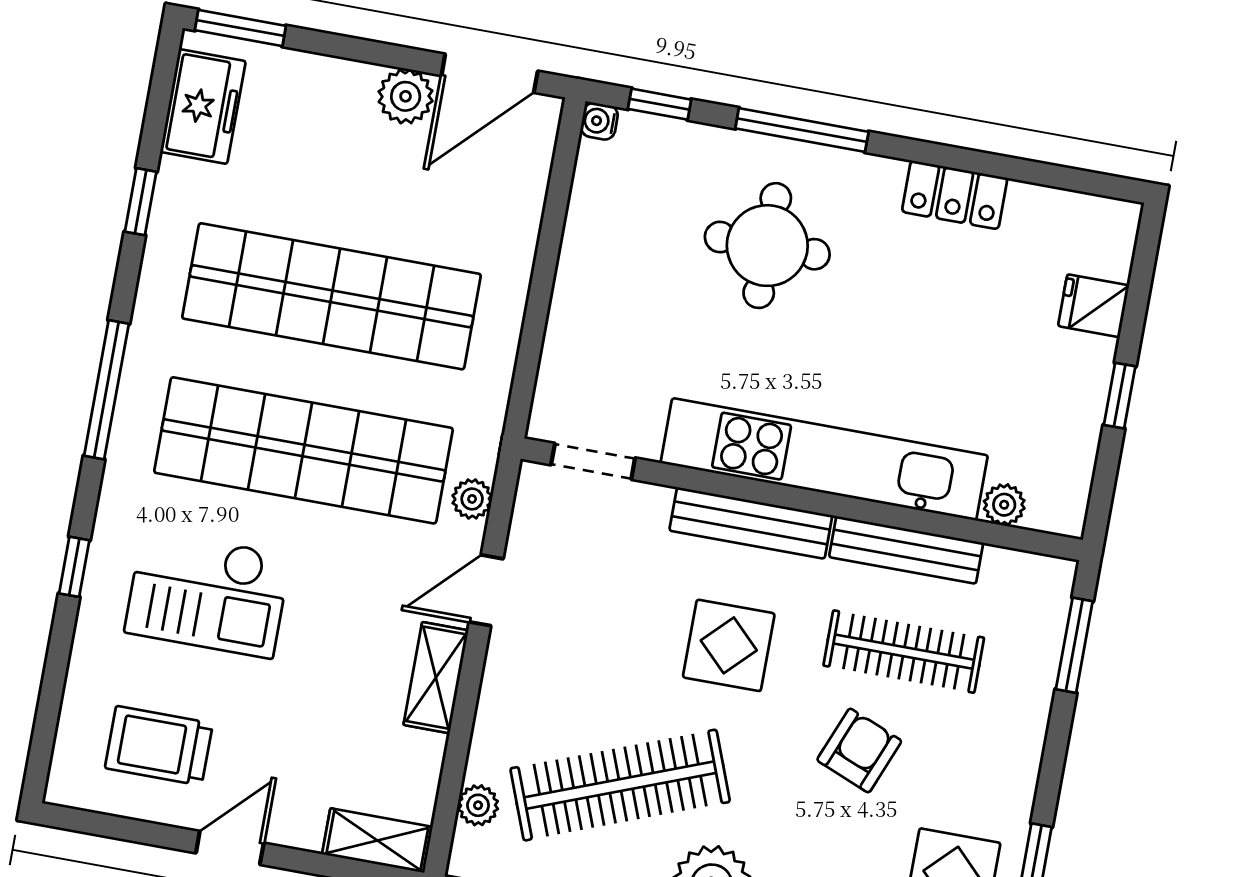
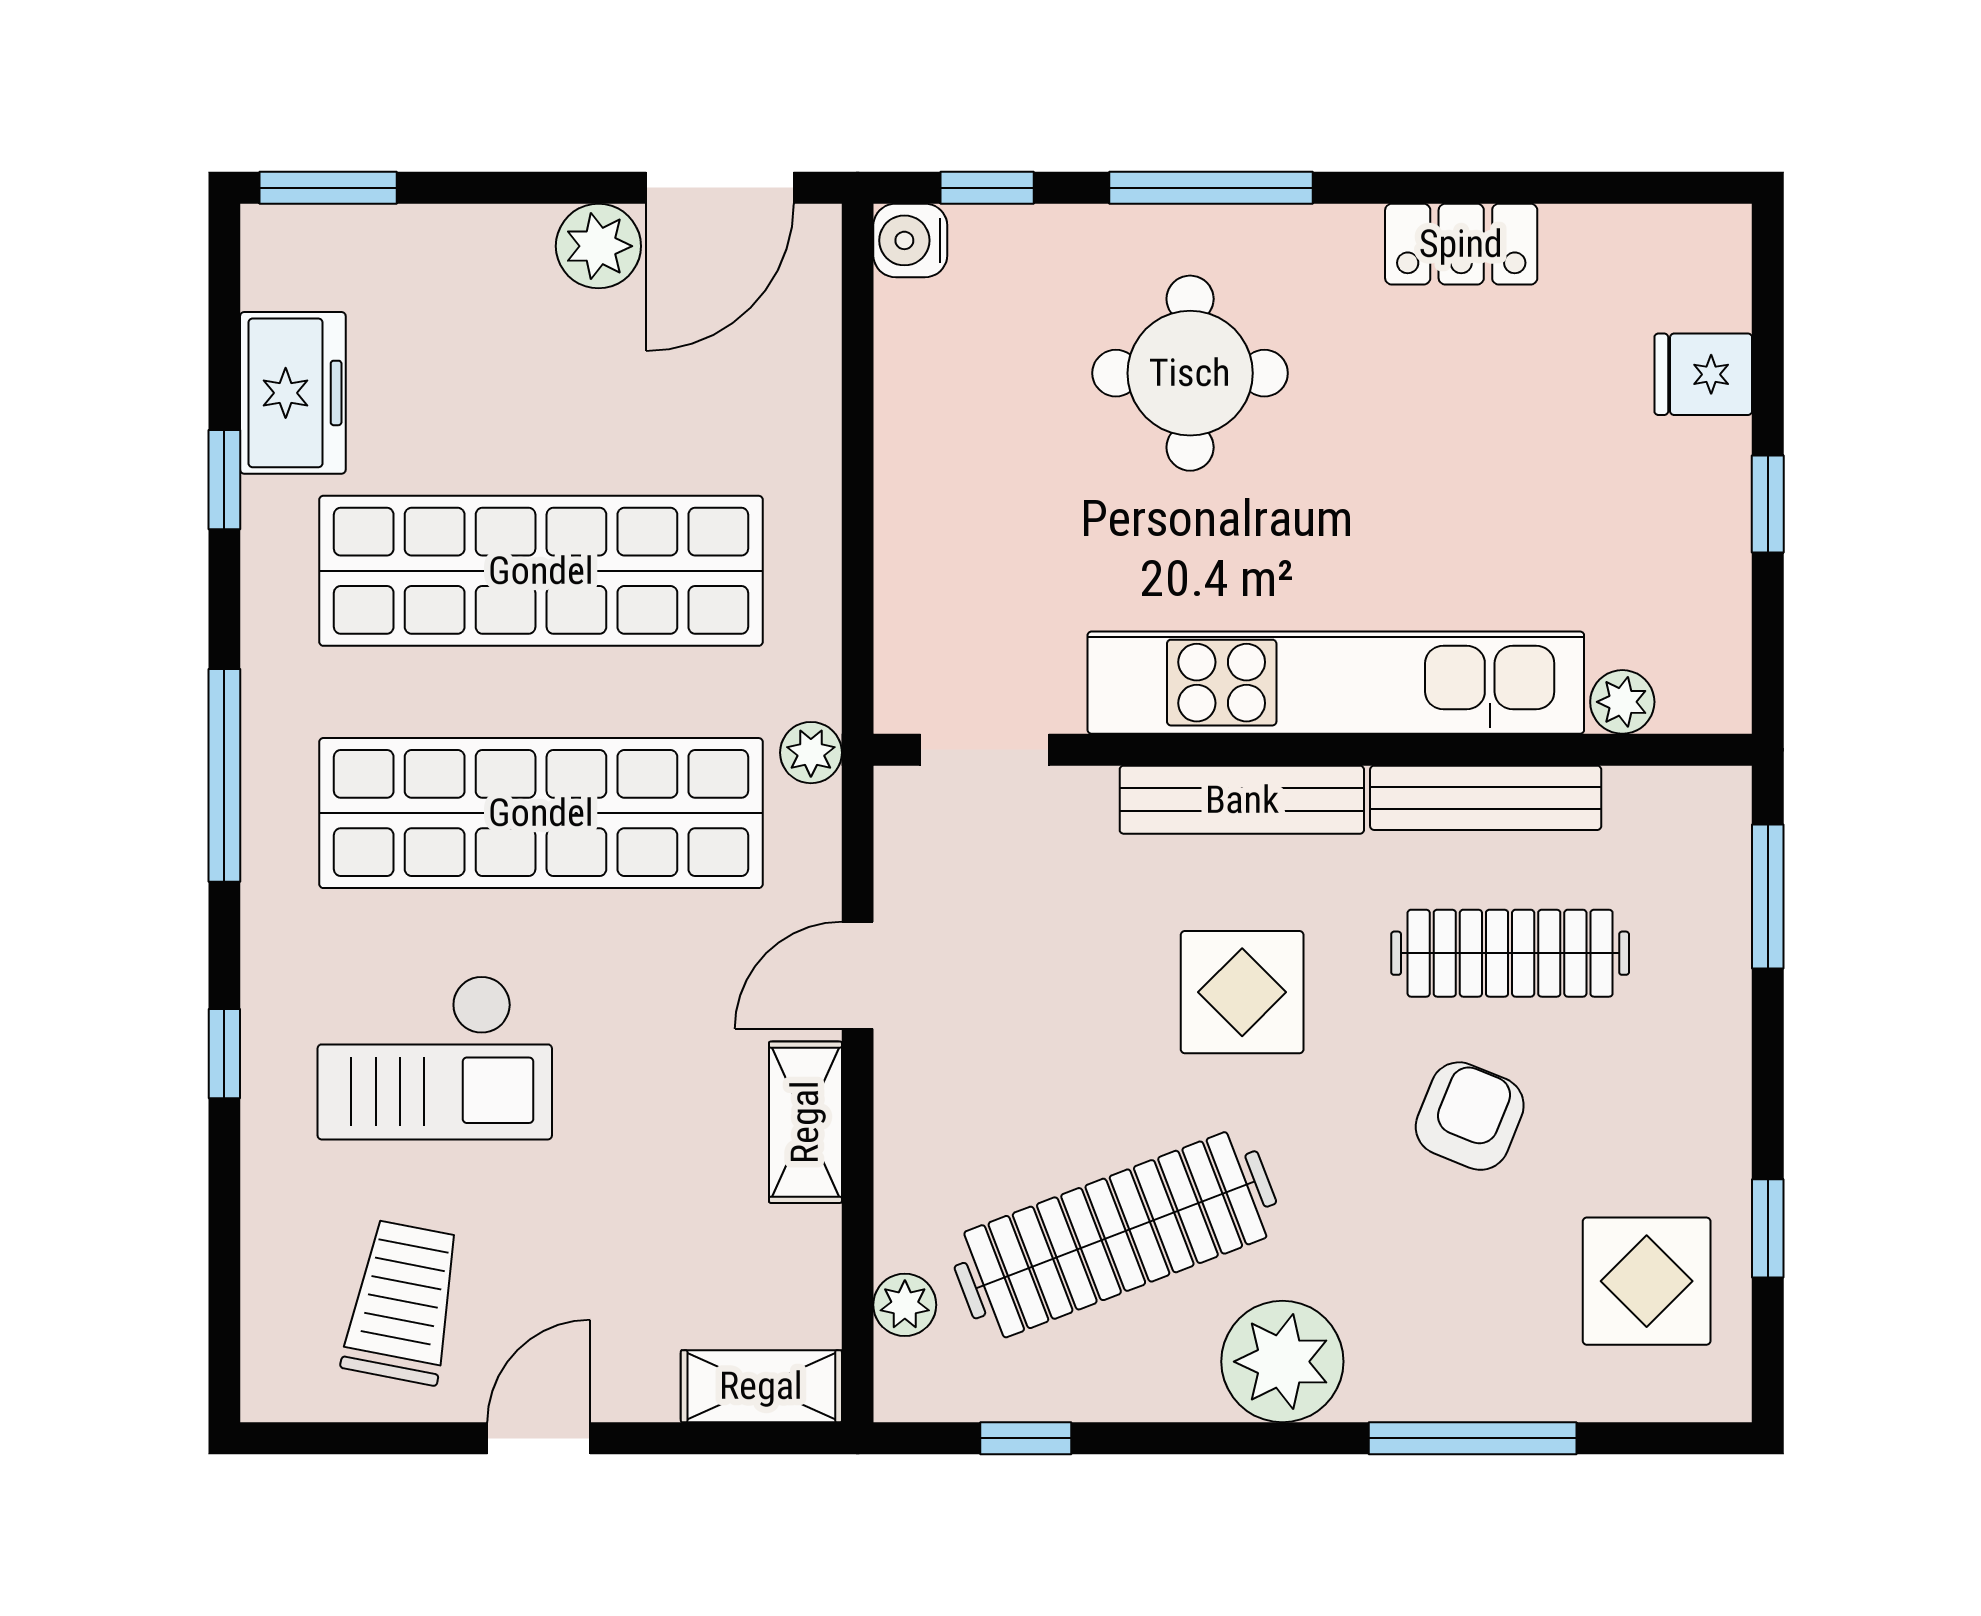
freezer: (203, 106) -> (293, 393), moved
water cooler: (599, 121) -> (910, 240), width x1.38, depth x1.38
plant: (472, 499) -> (811, 753), moved
trolley: (159, 746) -> (403, 1302), turned 101

